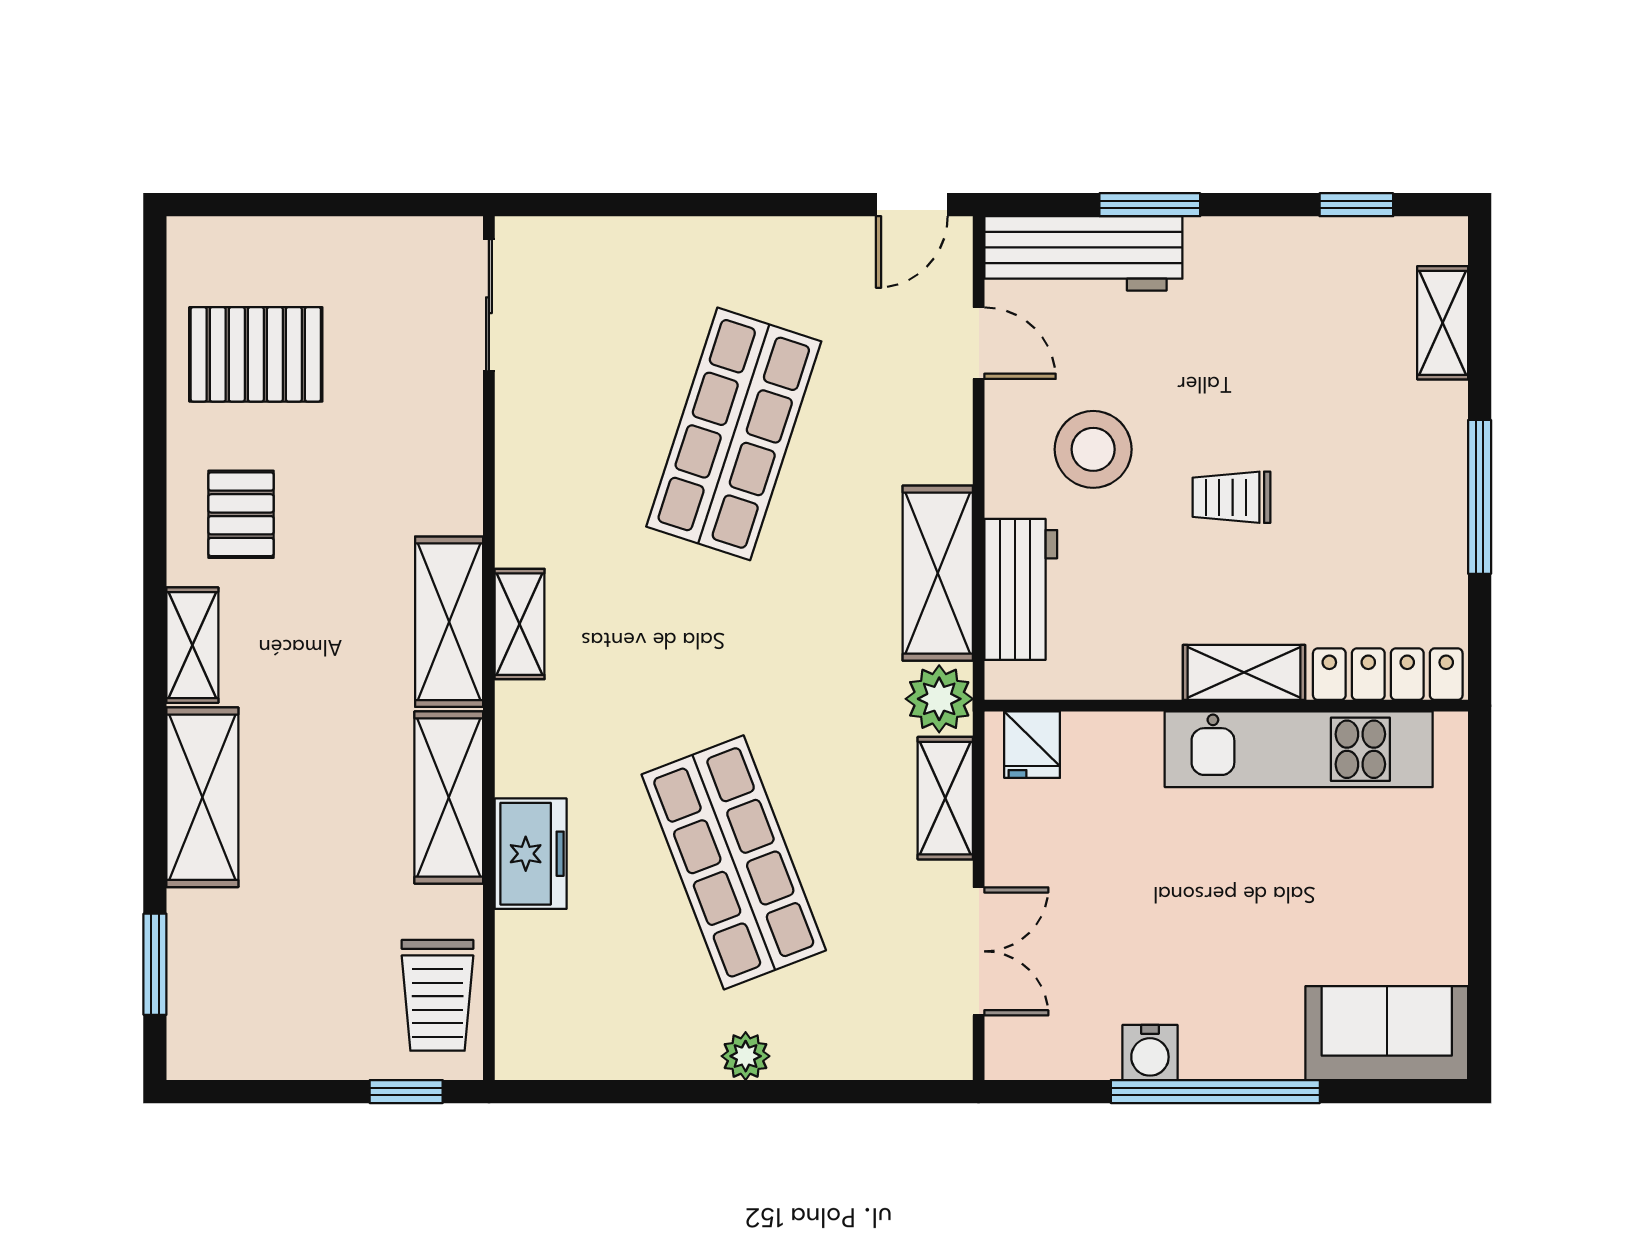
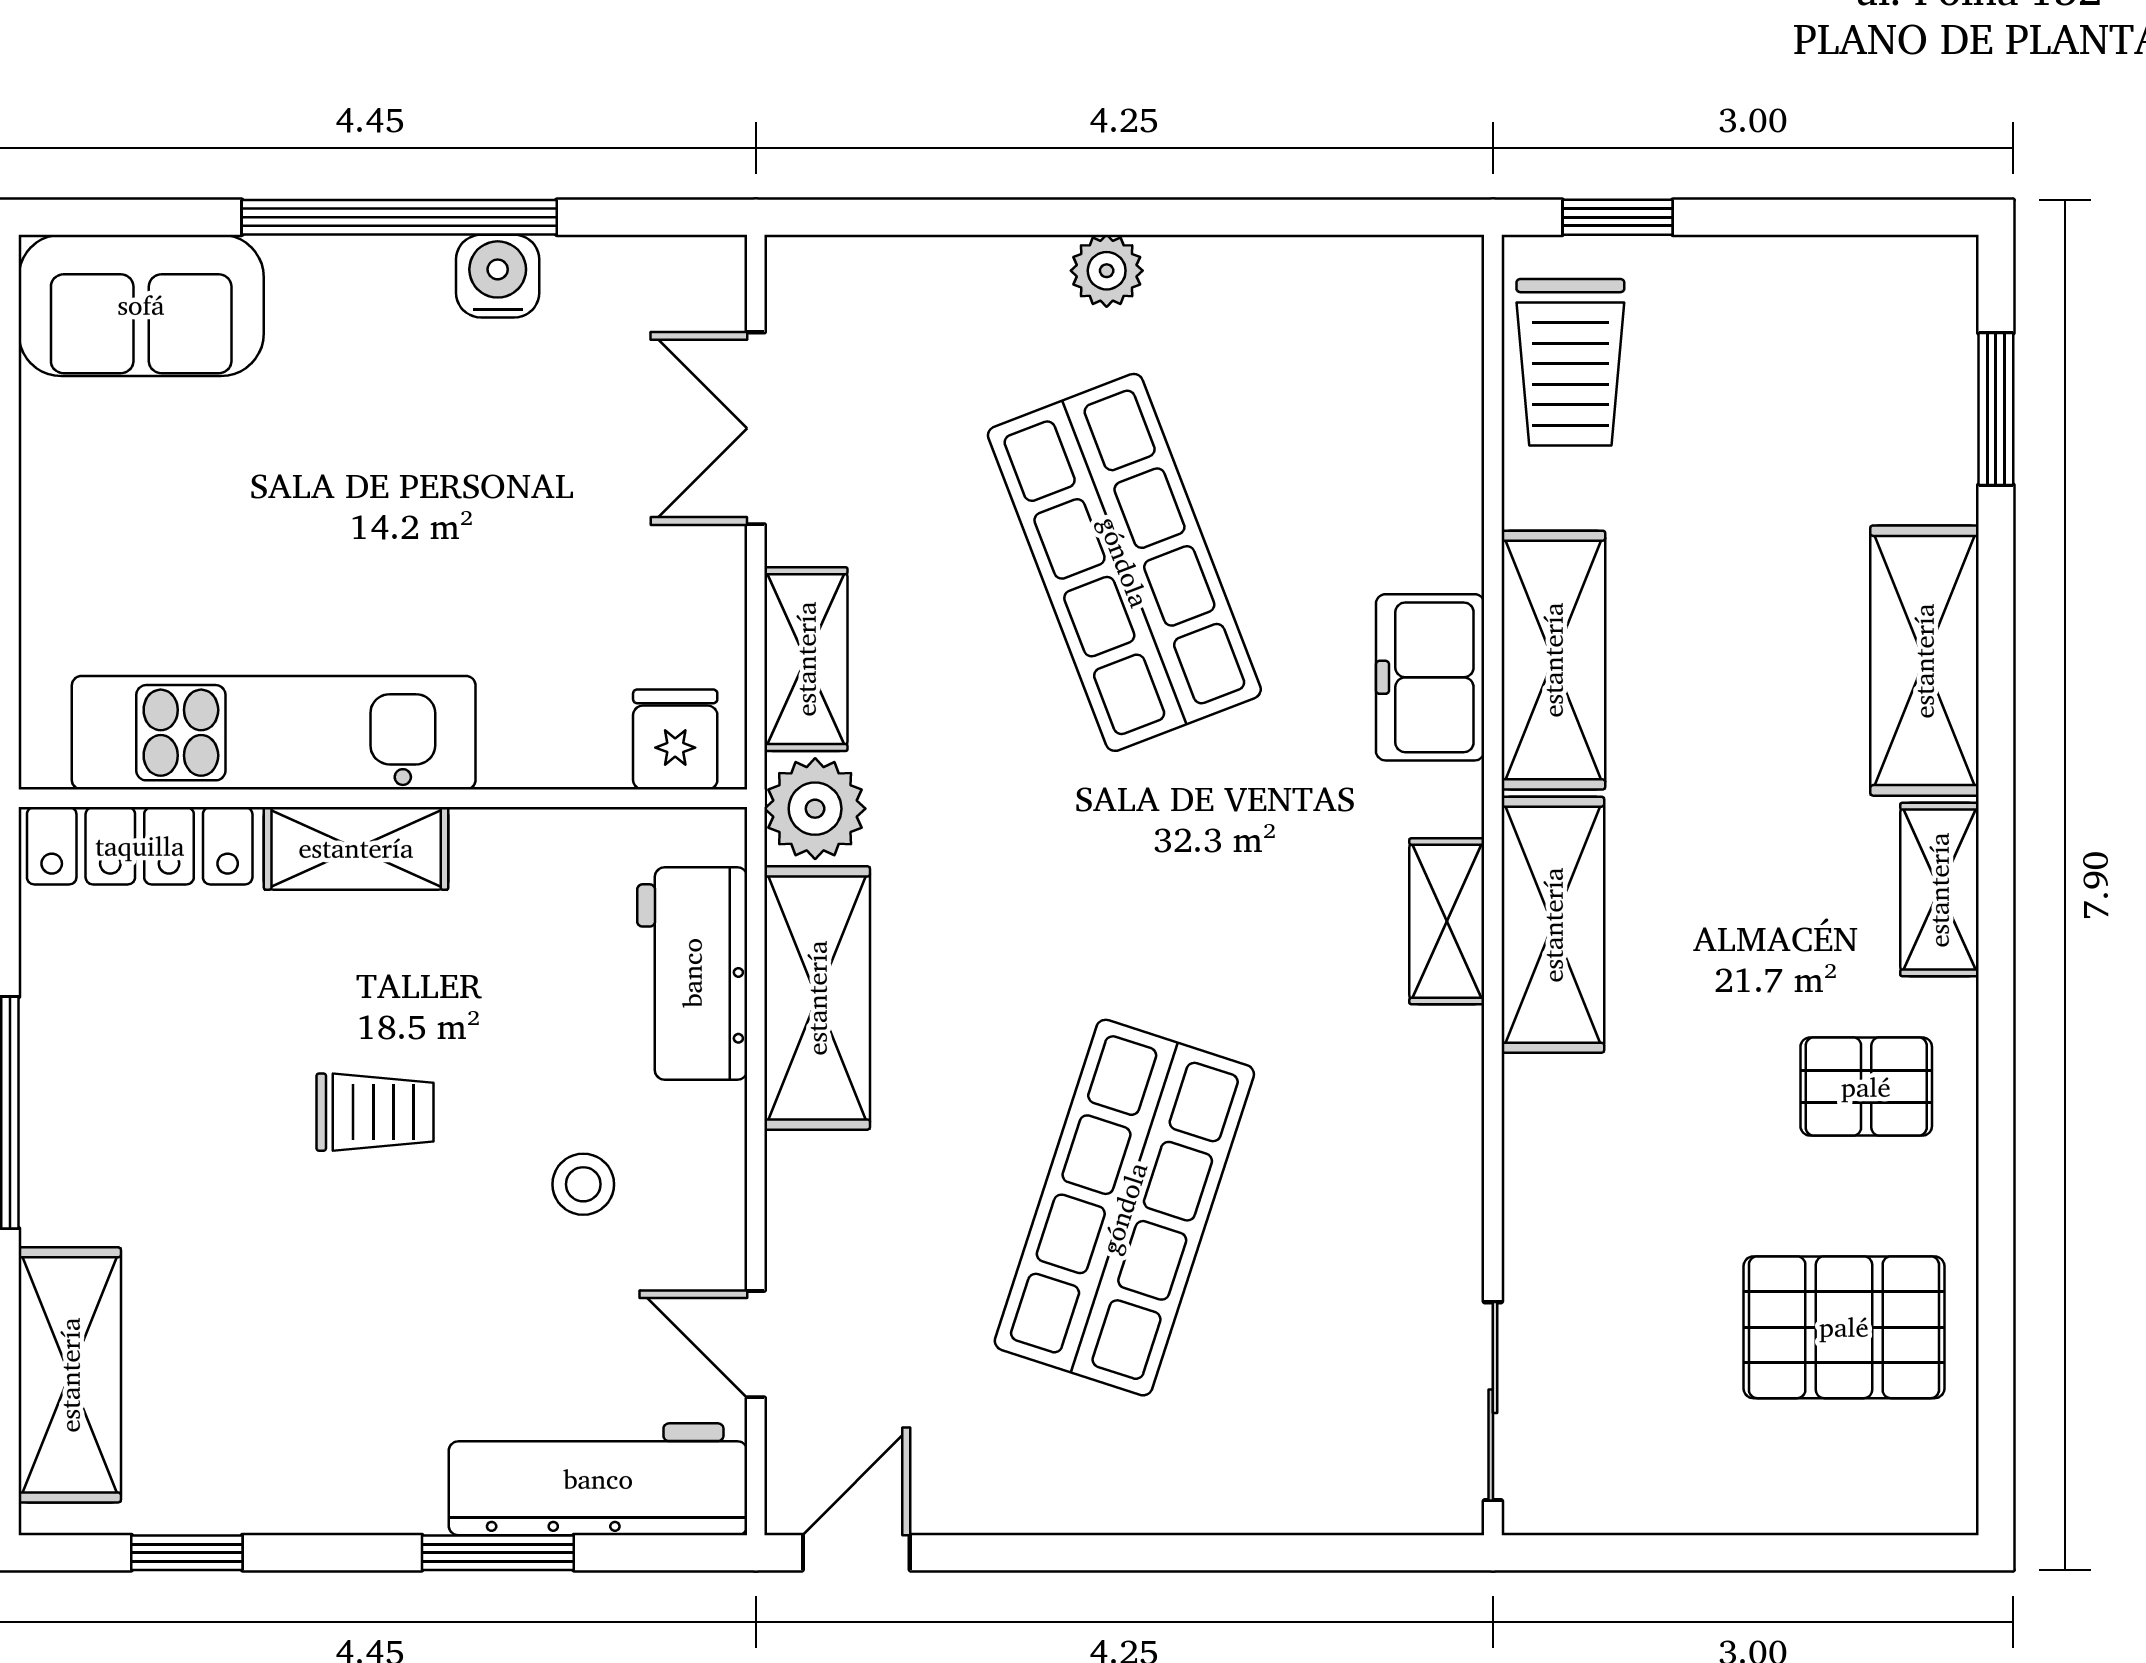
shelving: (1443, 323) -> (70, 1375), width x1.50, depth x1.33
stool: (1093, 449) -> (583, 1184), width x0.53, depth x0.53
pallet: (241, 514) -> (1866, 1087), turned 90
freezer: (531, 854) -> (1430, 677), moved
trolley: (438, 995) -> (1570, 362), turned 180

